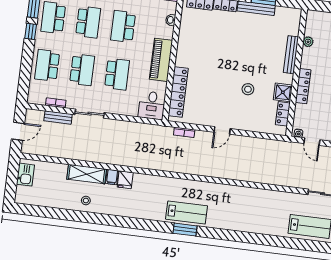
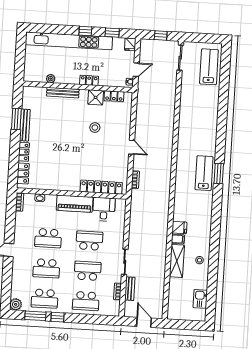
school desk: (88, 22) -> (46, 268), turned 180
locker: (303, 86) -> (89, 80), width x0.66
desk: (152, 105) -> (104, 209), moved, turned -90
kitchen sink: (25, 175) -> (200, 299), moved, turned -90

